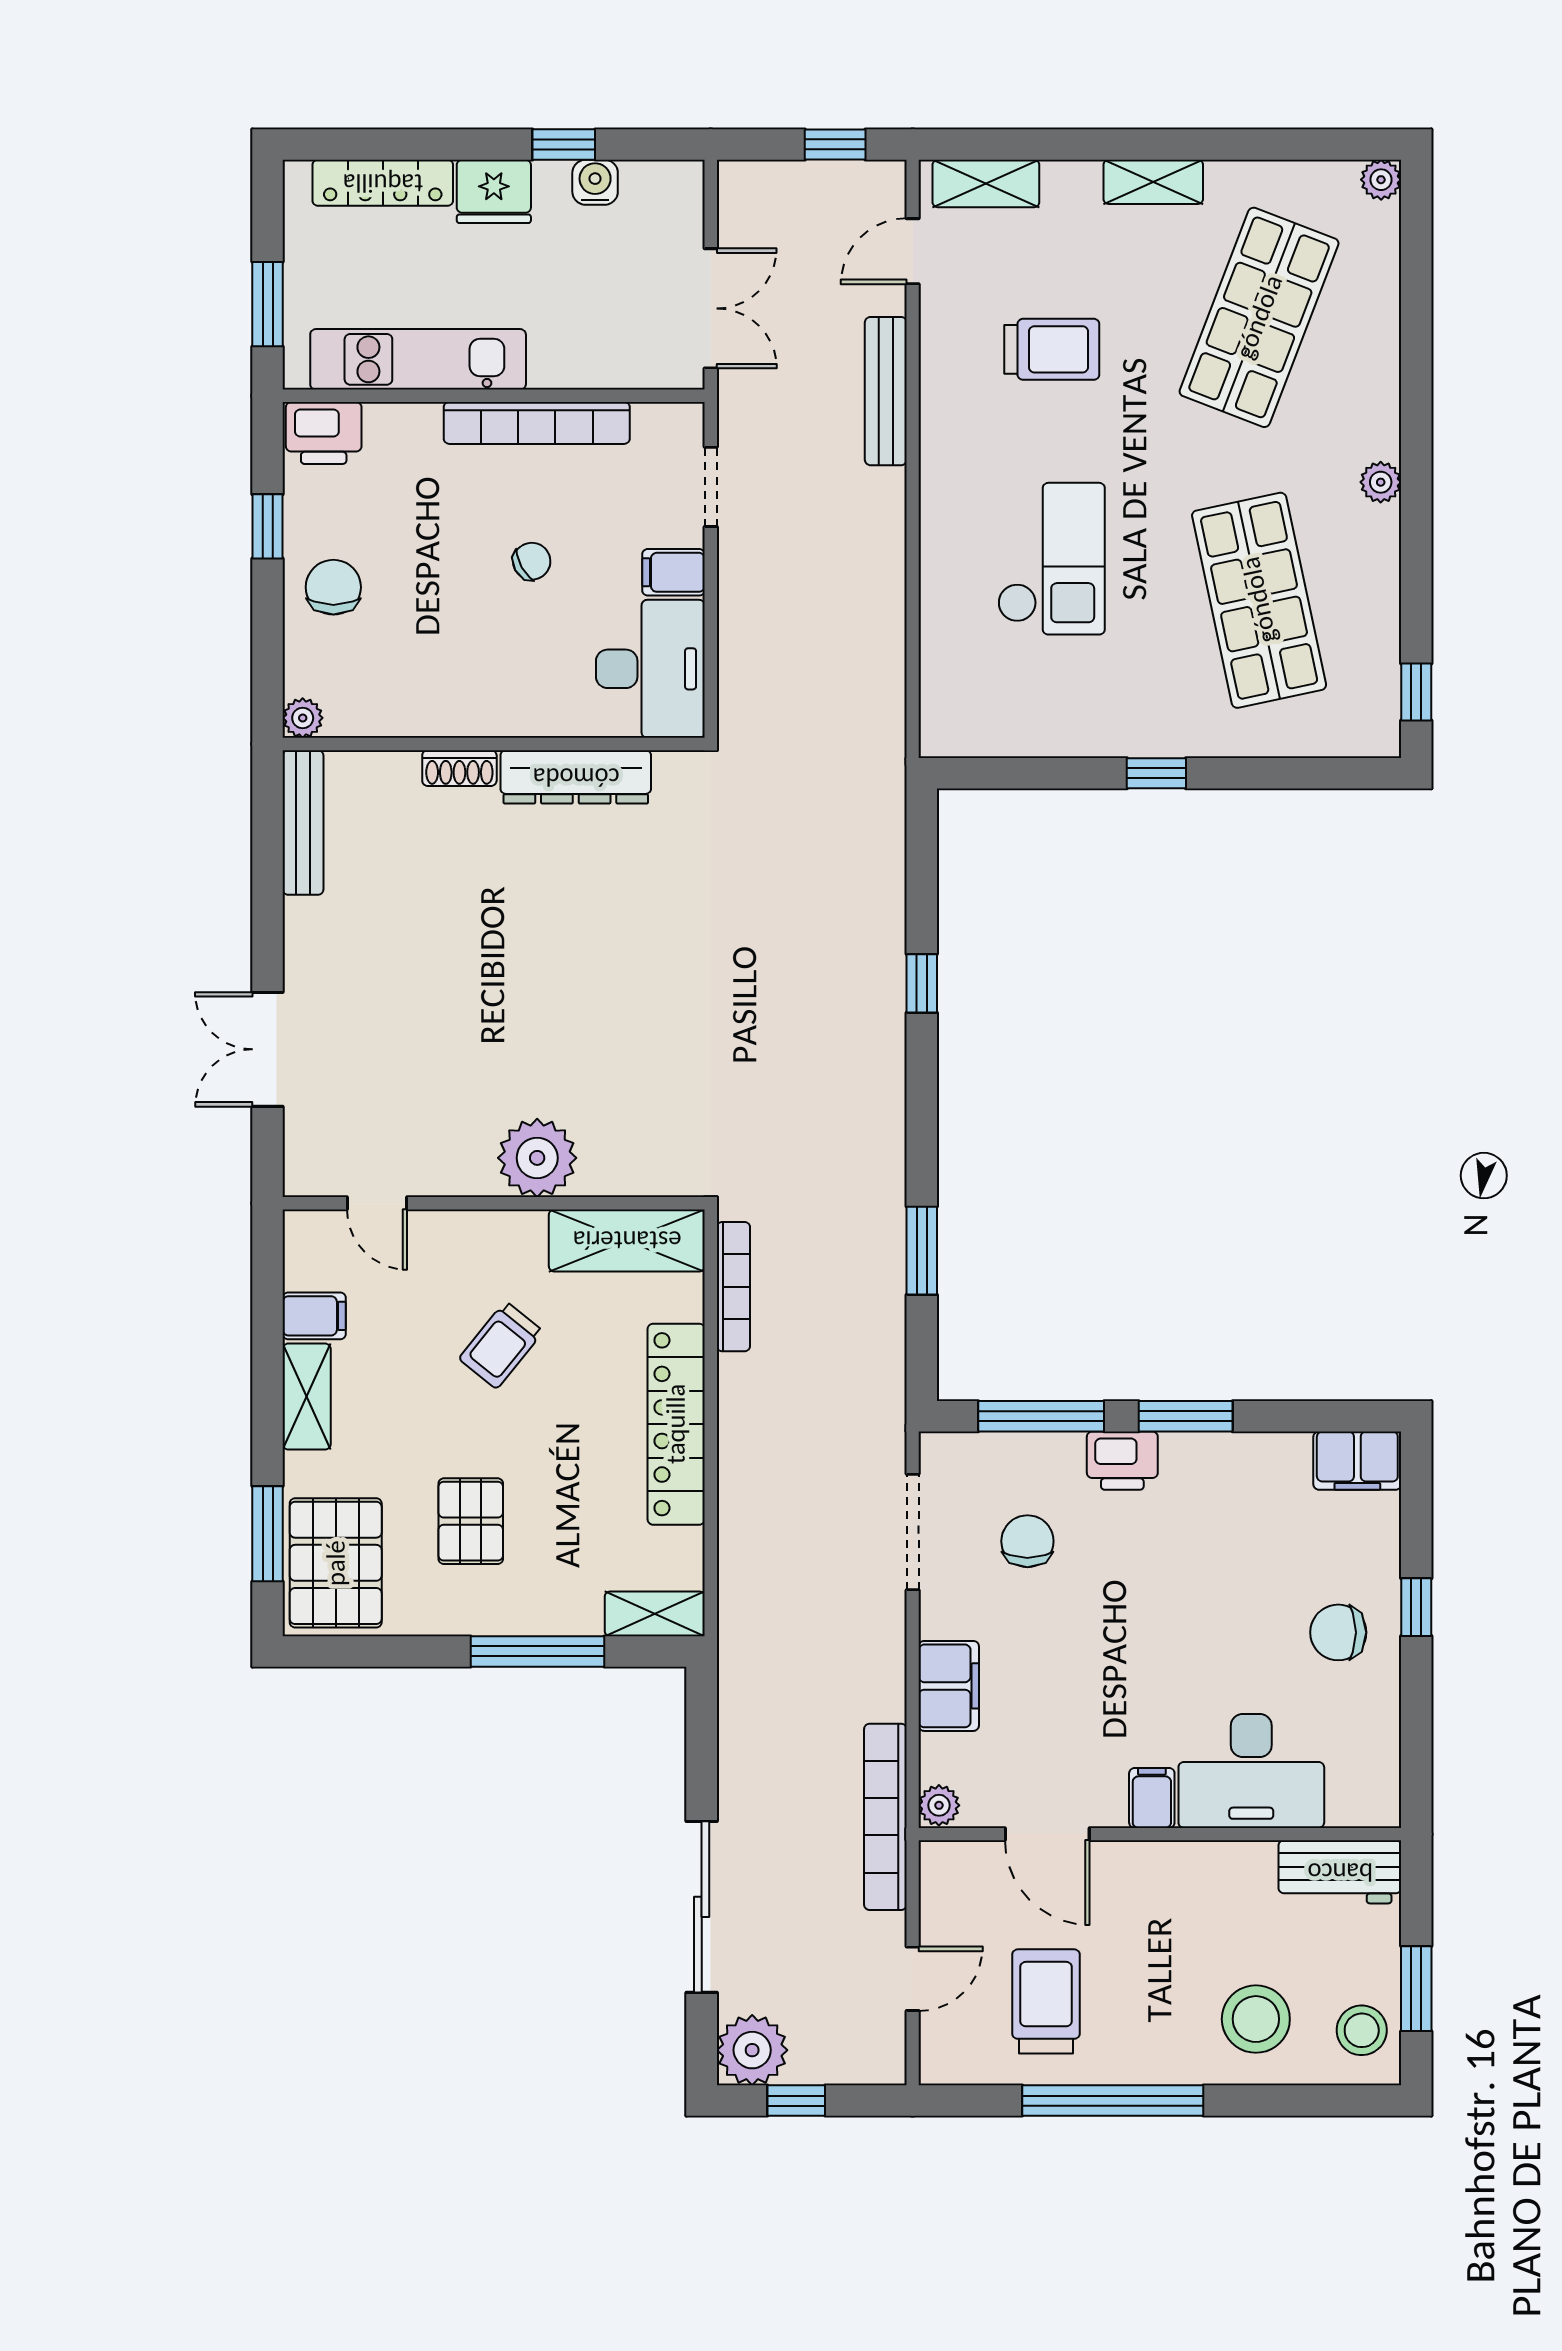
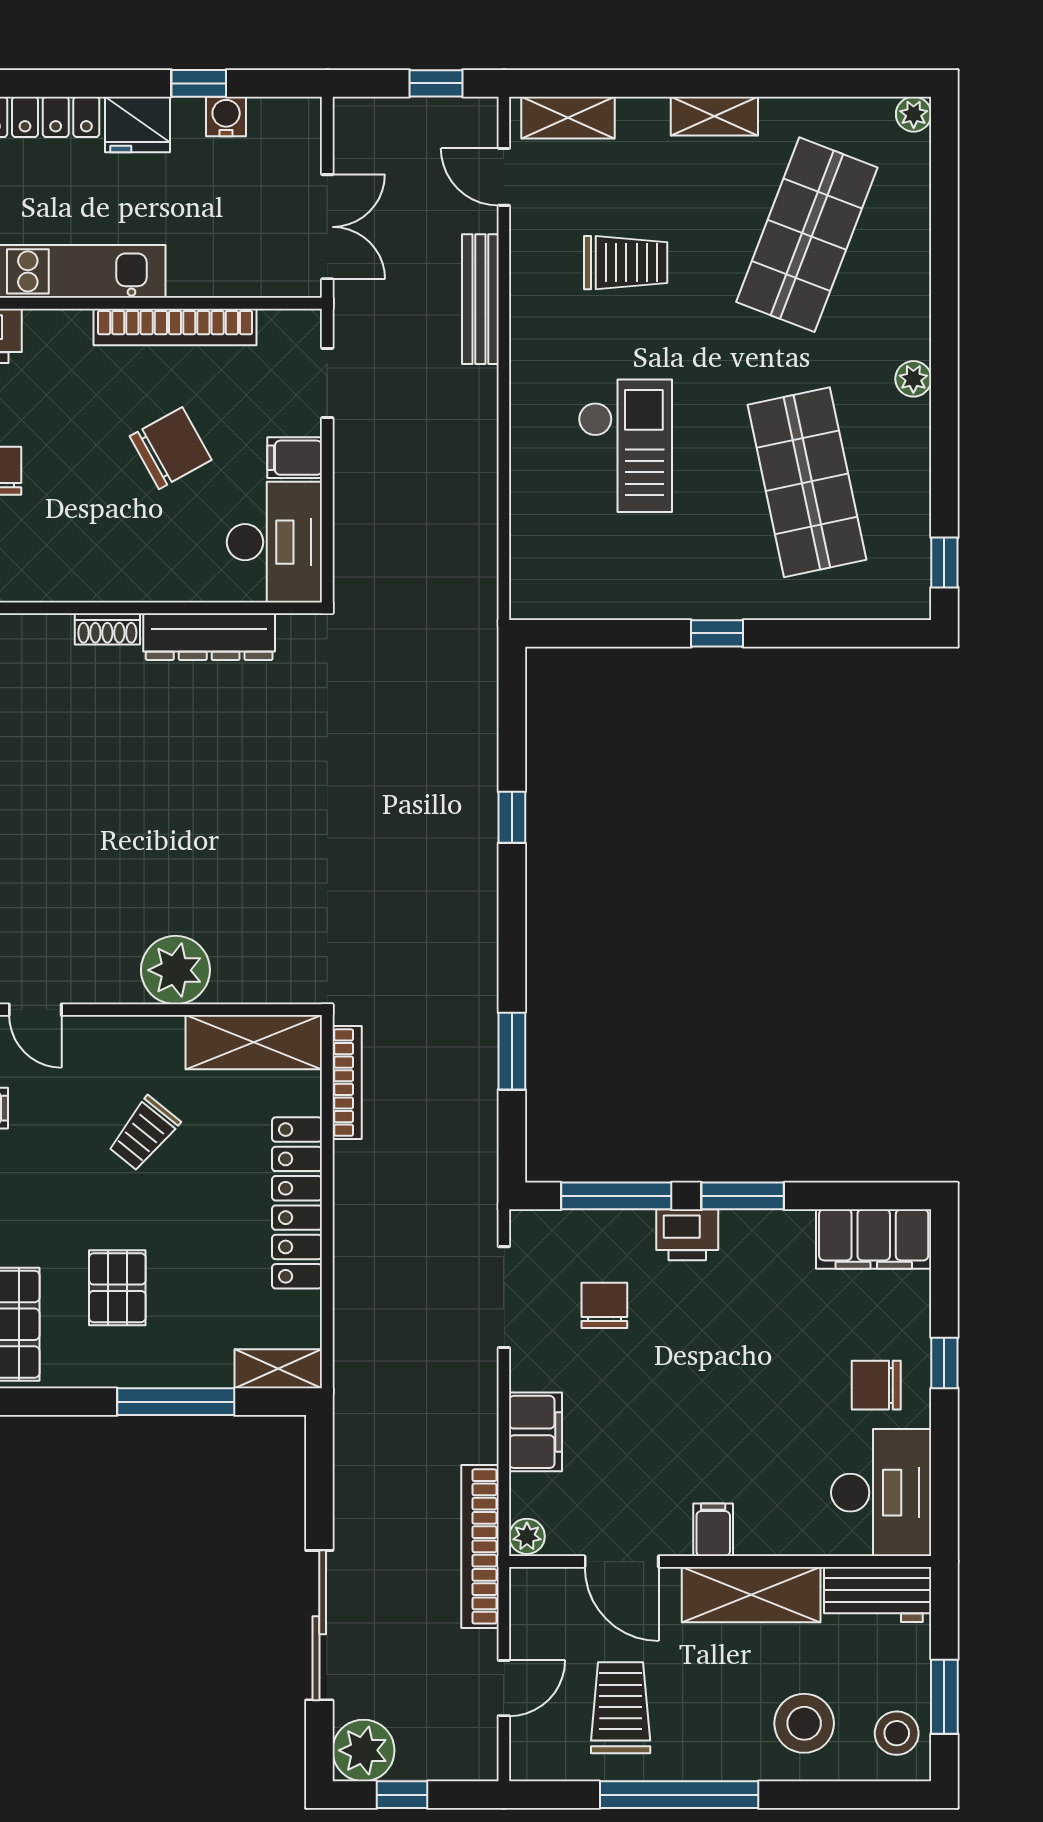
door: (913, 251) -> (504, 177), hinge flipped
chair: (532, 561) -> (171, 448), width x1.87, depth x1.87
filing cabinet: (1357, 1461) -> (874, 1239), width x1.50, depth x1.17
desk: (1251, 1771) -> (881, 1493), moved, turned -90
shelving: (1195, 1872) -> (751, 1595), added

